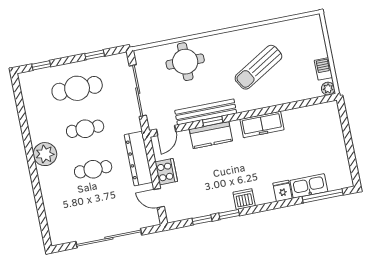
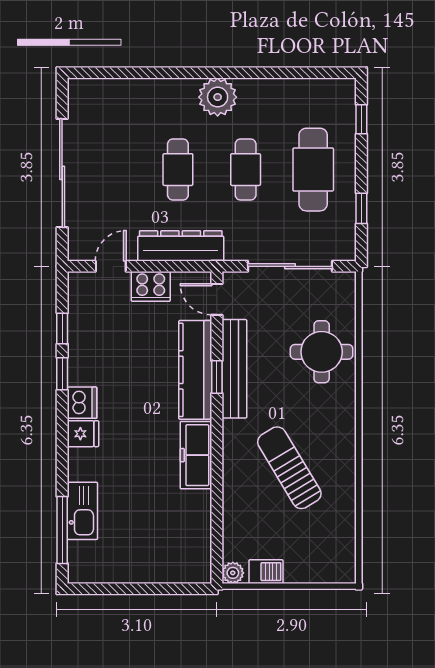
kitchen counter: (211, 135) -> (195, 370), width x1.50
fridge: (282, 191) -> (83, 434), moved

